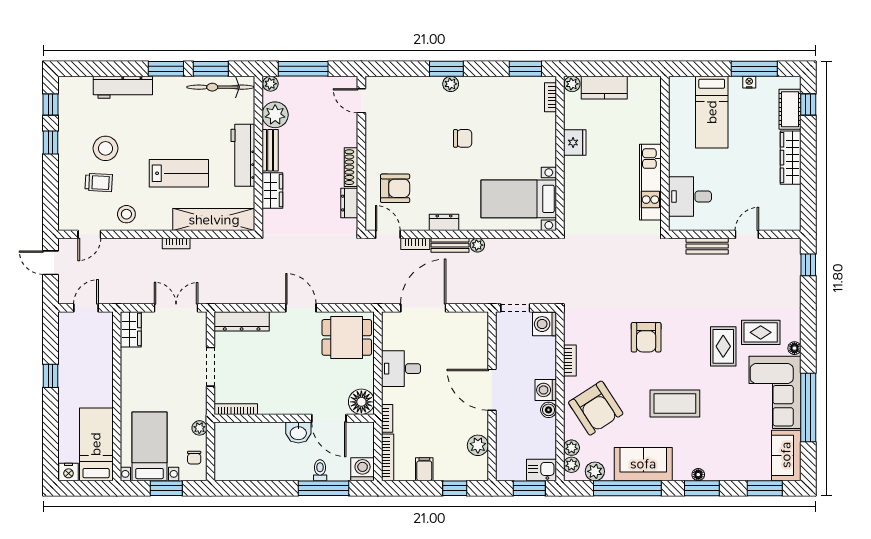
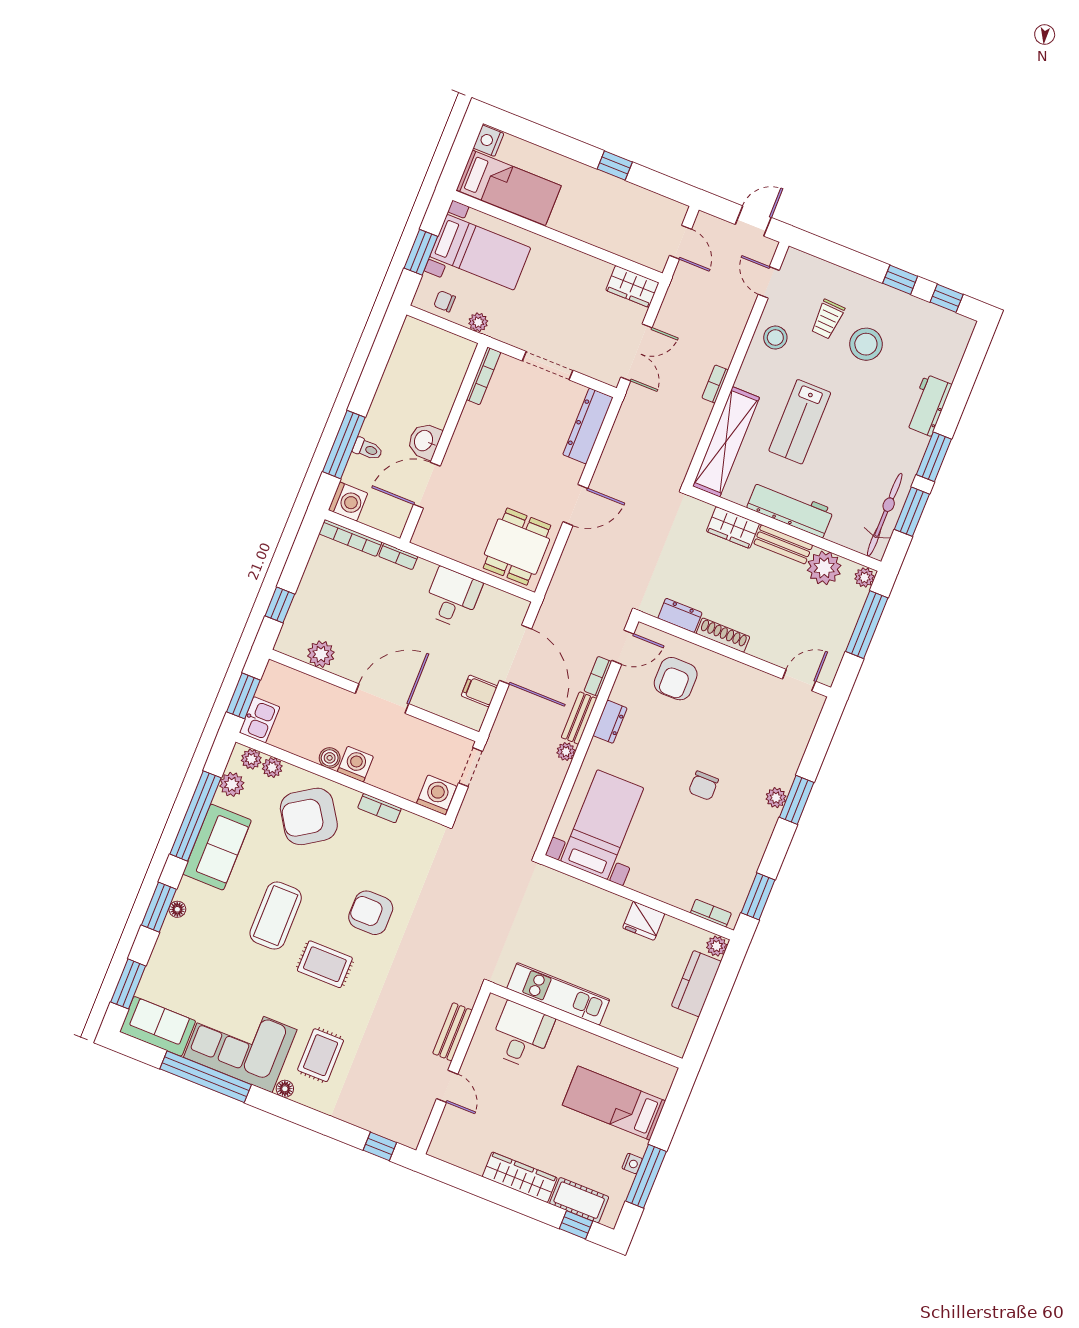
workbench: (123, 87) -> (928, 405), width x0.73
rug: (723, 346) -> (325, 964), moved
floor lamp: (361, 402) -> (431, 533), removed
filing cabinet: (424, 469) -> (479, 691), moved, turned 180

